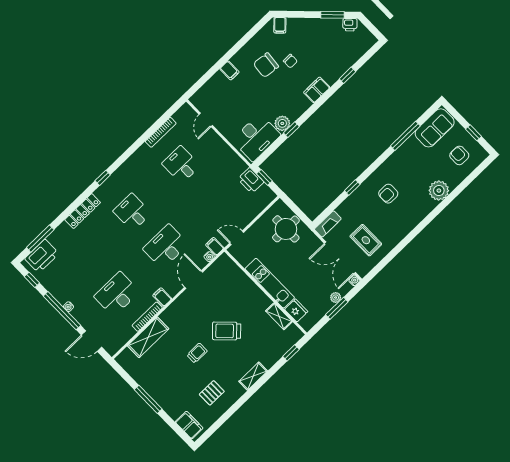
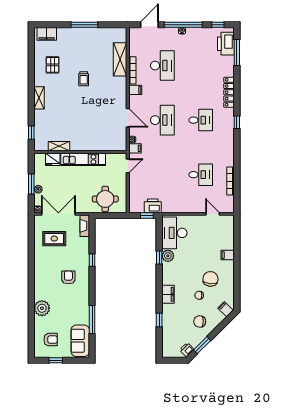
chair: (313, 38) -> (200, 321), added
trolley: (227, 331) -> (80, 108), removed

